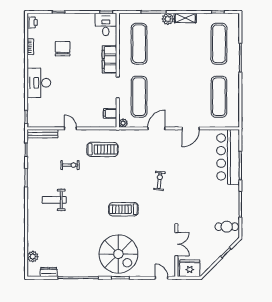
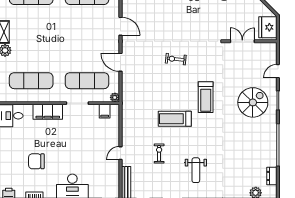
treadmill: (103, 149) -> (175, 119), moved, turned -90
spiral stairs: (118, 254) -> (253, 102), width x0.73, depth x0.73
door: (162, 278) -> (278, 71), moved

